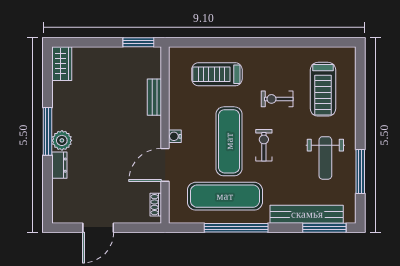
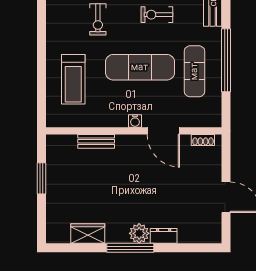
window: (138, 42) -> (42, 178), moved
wardrobe: (62, 64) -> (88, 234), moved
exercise bike: (264, 145) -> (157, 15), moved
exercise mat: (225, 196) -> (194, 71), width x0.73, depth x0.69

